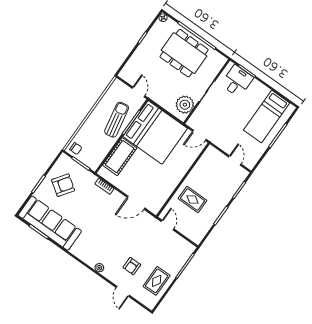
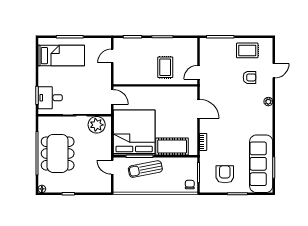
door: (139, 92) -> (112, 167), hinge flipped
armchair: (63, 185) -> (225, 174), turned 55

